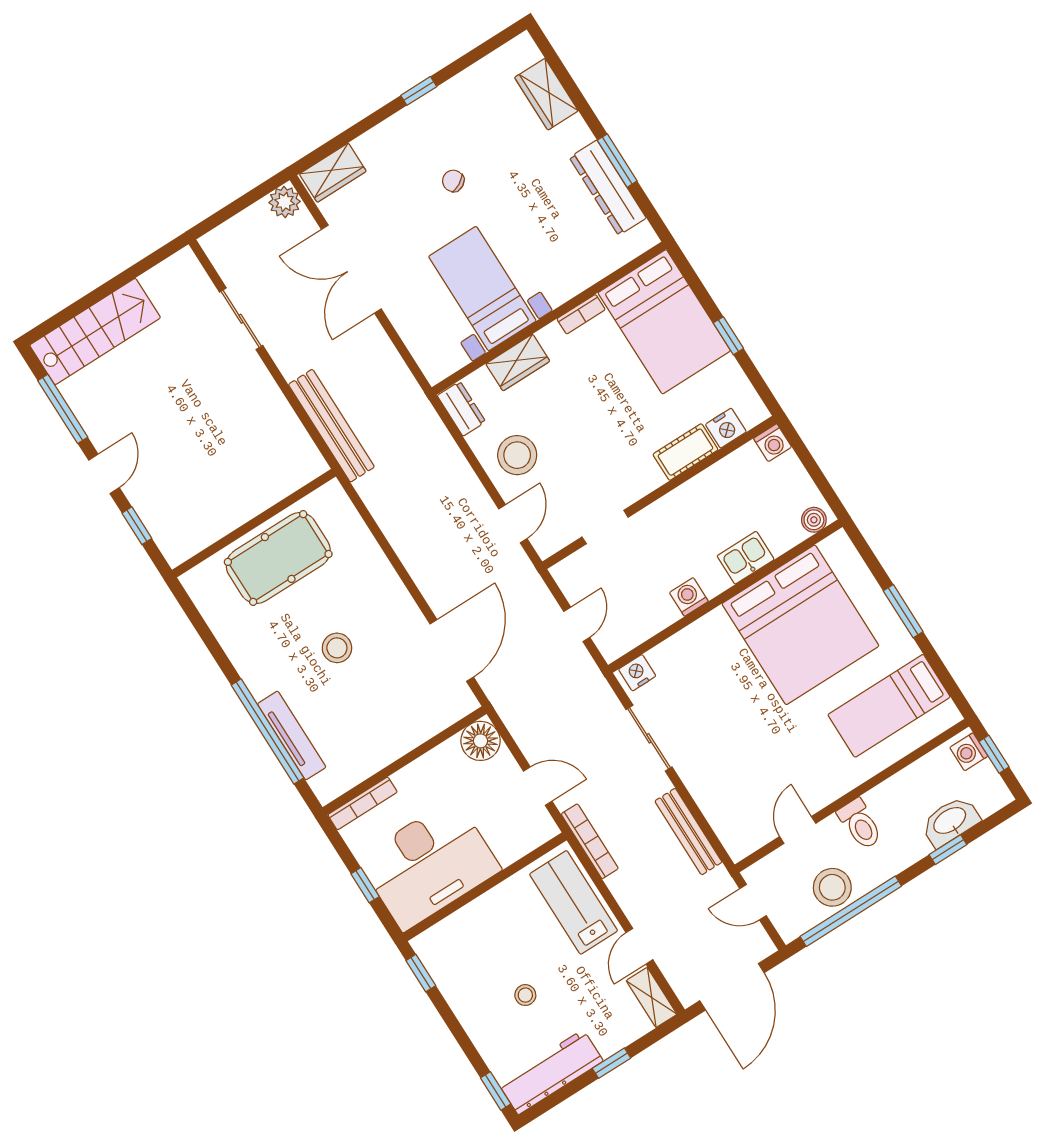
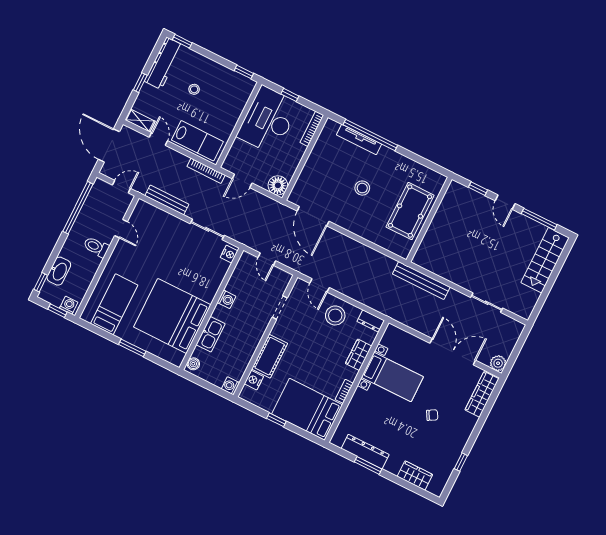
window: (419, 91) -> (461, 462), moved
wardrobe: (333, 173) -> (482, 394), width x1.50
cot: (685, 452) -> (270, 356), width x1.37, depth x1.34
kitchen sink: (746, 558) -> (211, 334), width x1.38
window: (948, 850) -> (41, 282), moved
stool: (832, 887) -> (92, 213), removed

